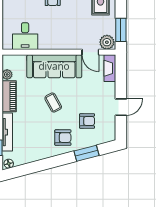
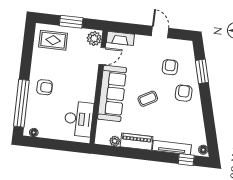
window: (121, 30) -> (71, 22), moved
desk: (25, 36) -> (79, 119), width x1.37

